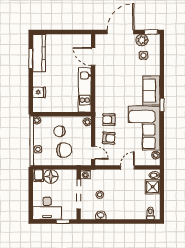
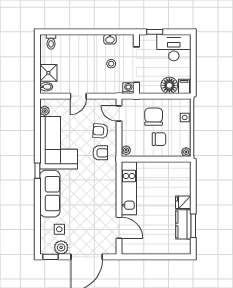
kitchen counter: (39, 53) -> (183, 224), width x0.67
sofa: (151, 91) -> (50, 194), width x1.36
fridge: (39, 92) -> (183, 202), moved
chair: (64, 150) -> (154, 117), turned 90

